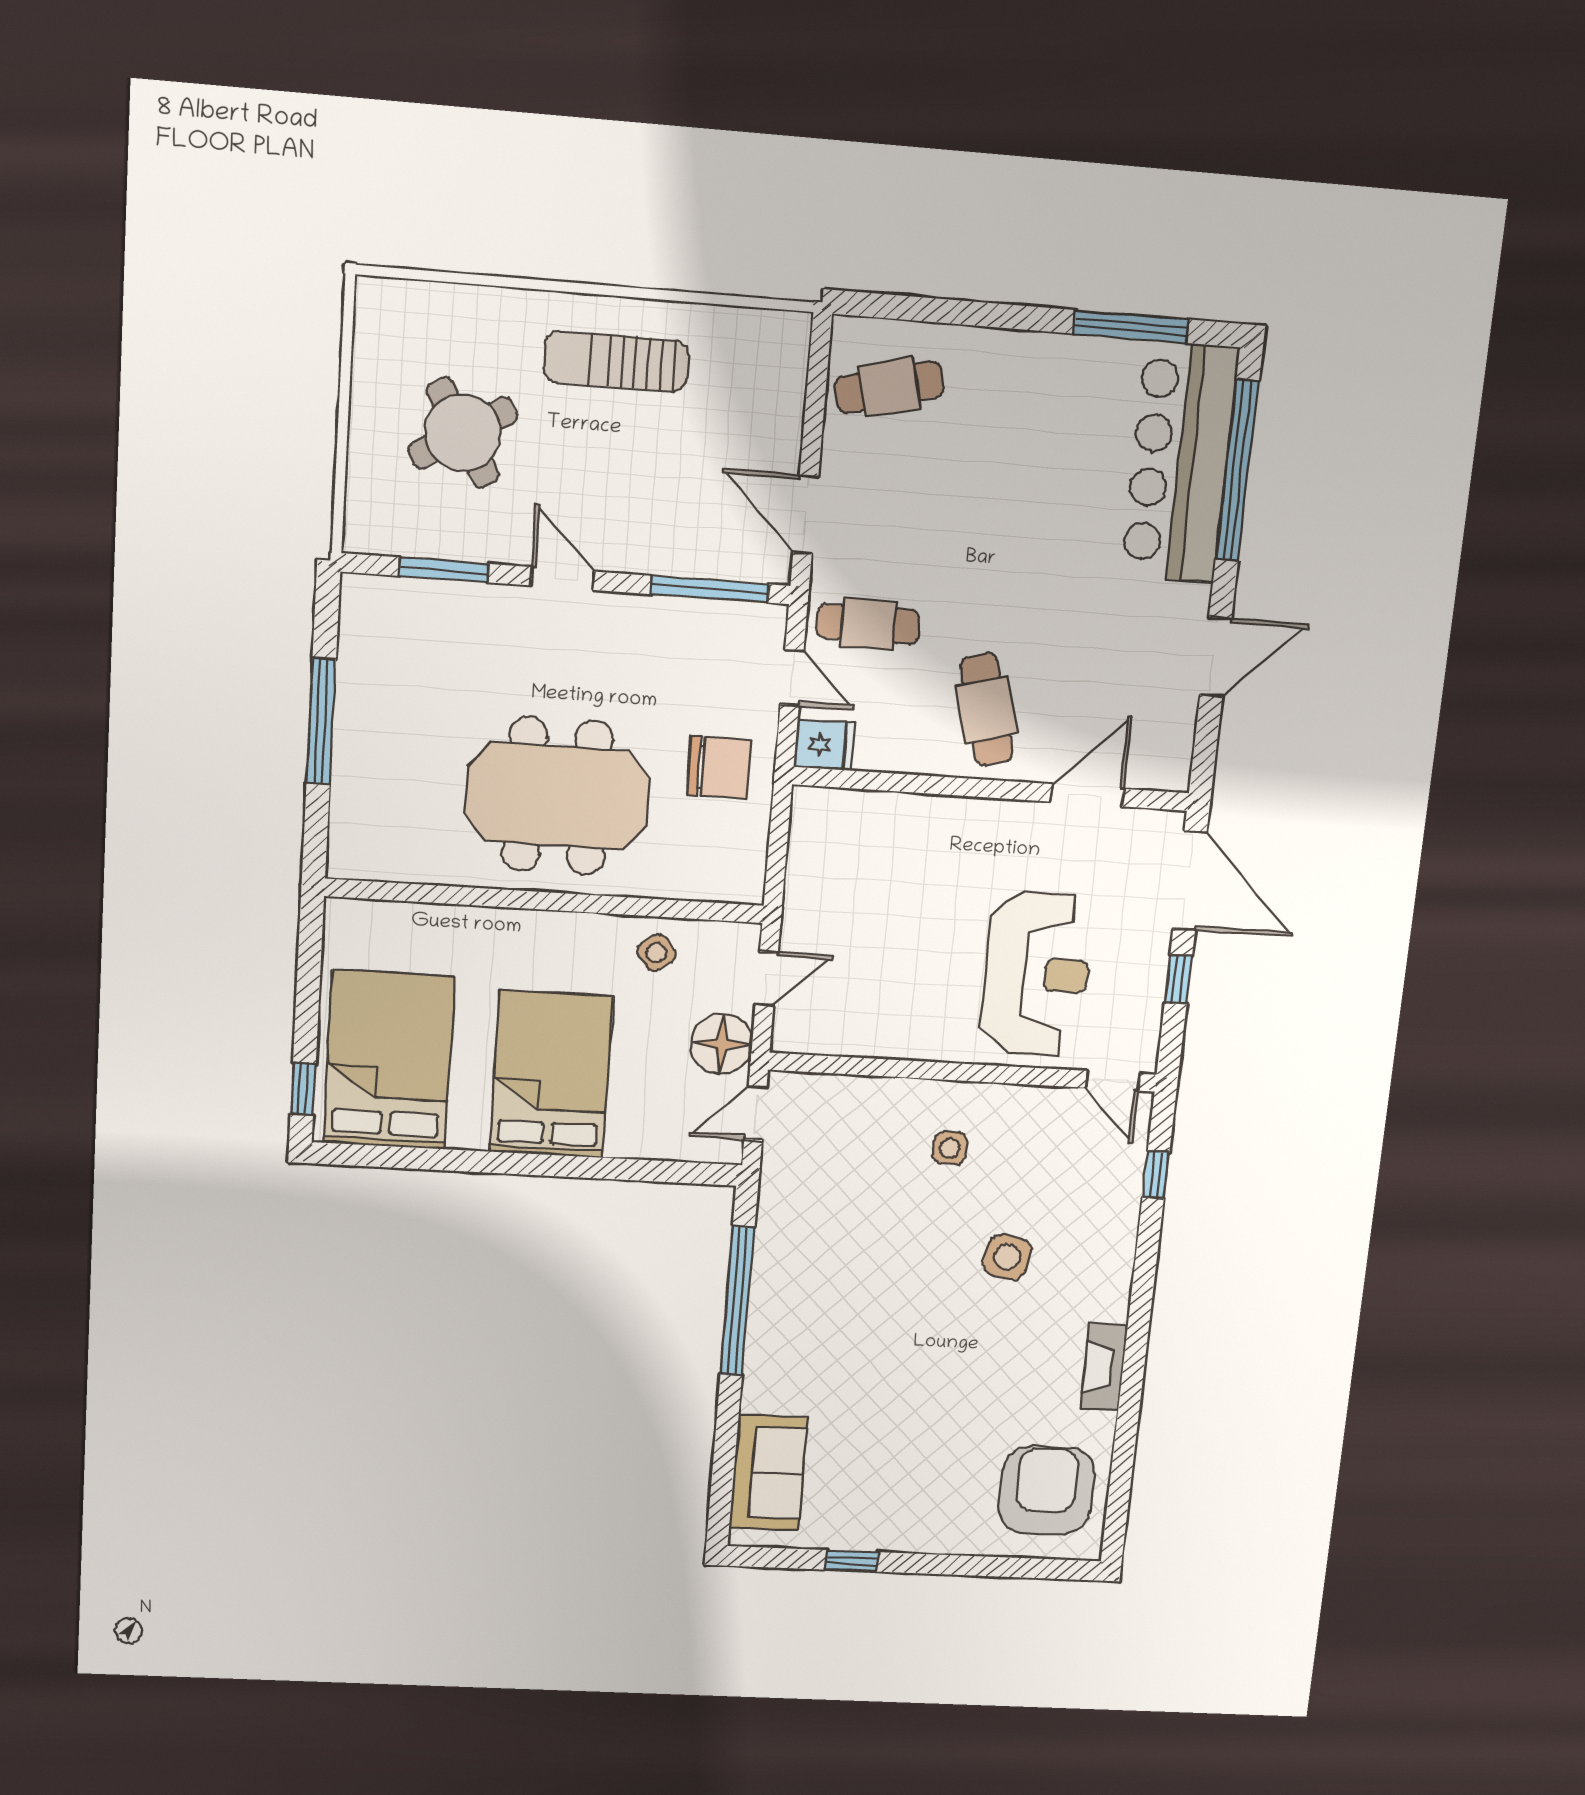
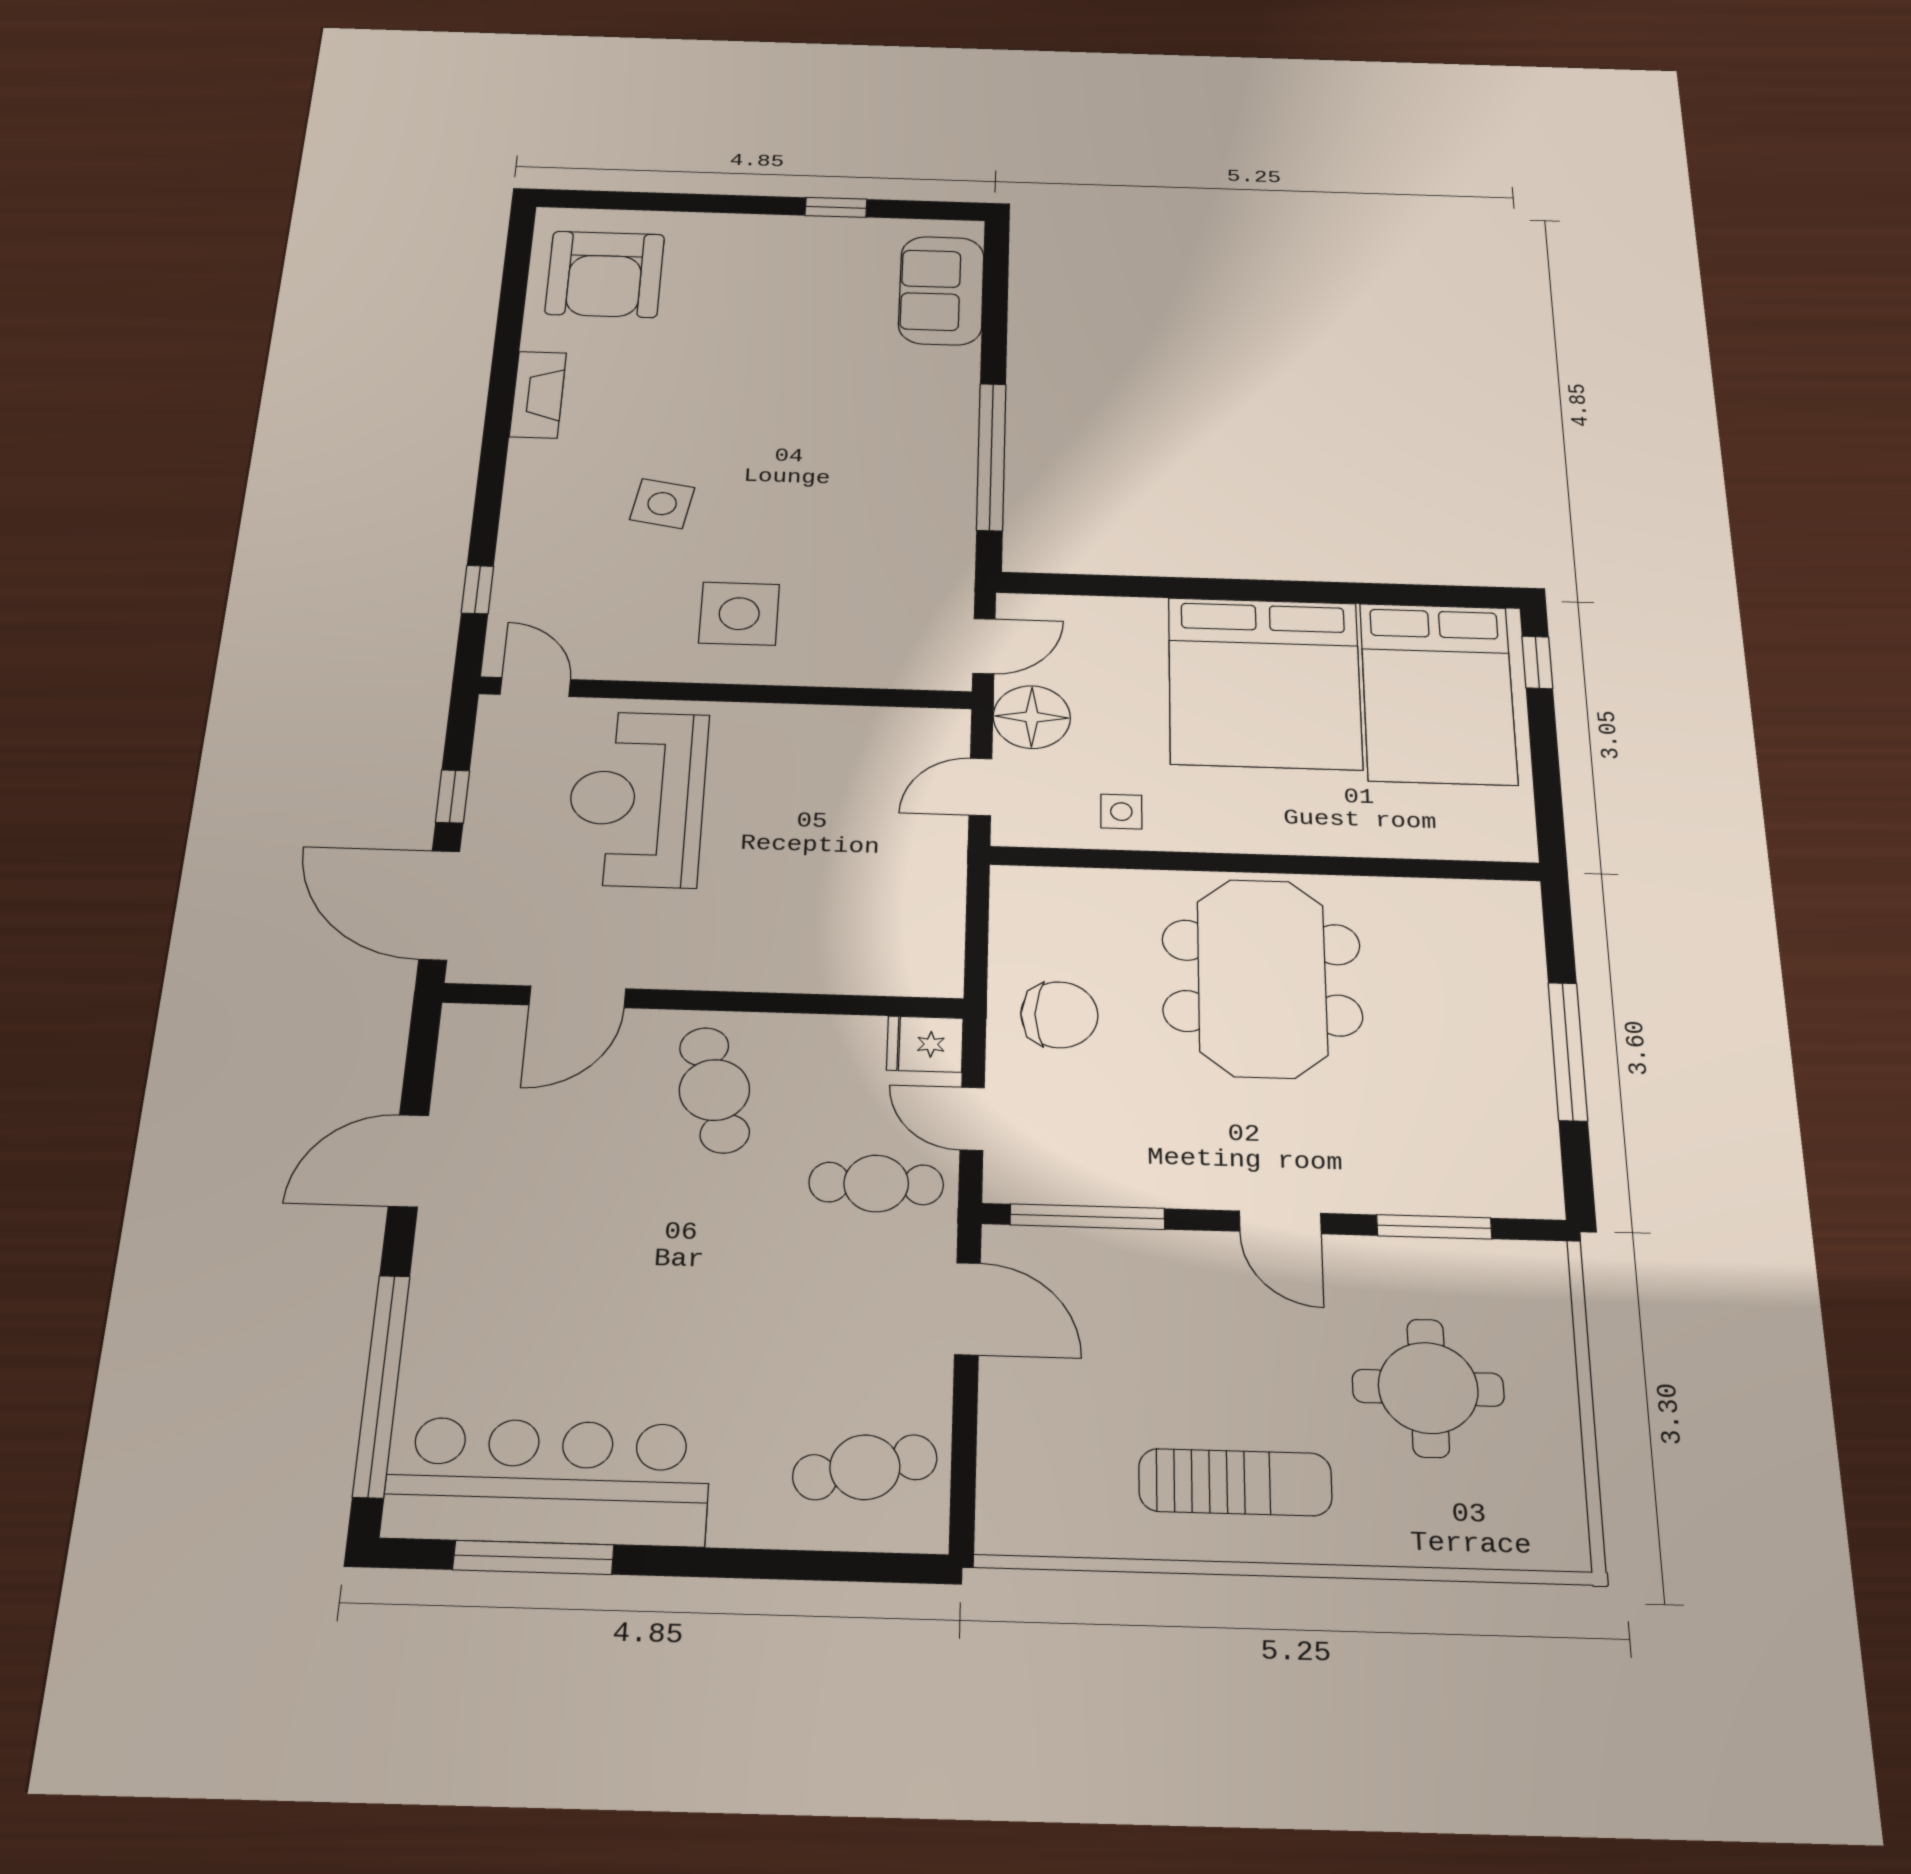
round table: (463, 433) -> (1428, 1388), turned 31
bar counter: (1180, 462) -> (547, 1481), moved, turned -90
chair: (719, 767) -> (1059, 1015), turned 180
meeting table: (557, 796) -> (1262, 978), turned 90
side table: (656, 953) -> (1121, 812), turned 35
bed: (551, 1074) -> (1264, 683), width x1.36
side table: (950, 1148) -> (739, 614), width x1.87, depth x1.87

